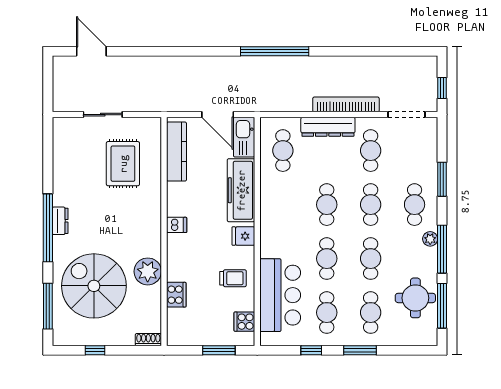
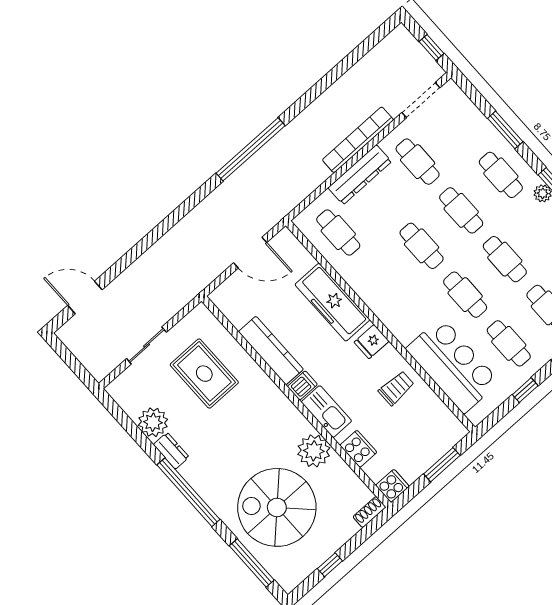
kitchen sink: (244, 137) -> (326, 411), moved, turned 180
kitchen counter: (177, 152) -> (271, 351), moved
plant: (65, 165) -> (153, 422), added
dresser: (60, 221) -> (171, 451), moved
cooker: (244, 322) -> (392, 486), moved, turned 180

